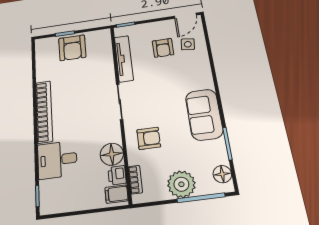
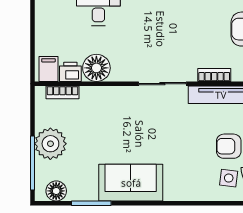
bookcase: (109, 66) -> (214, 75), added
armchair: (149, 138) -> (110, 114), removed

